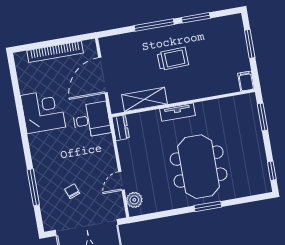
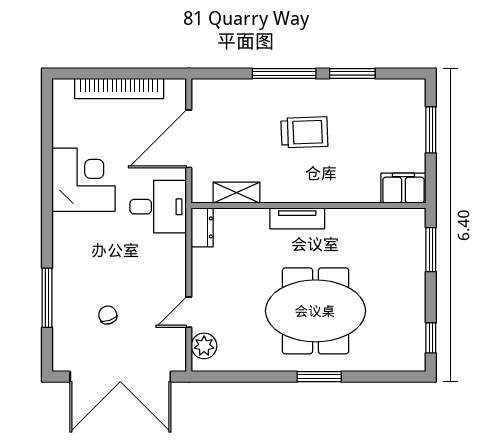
filing cabinet: (246, 81) -> (403, 188), width x2.00
shelving: (144, 99) -> (236, 193), width x0.67, depth x0.75
meeting table: (199, 167) -> (315, 311), turned 90

